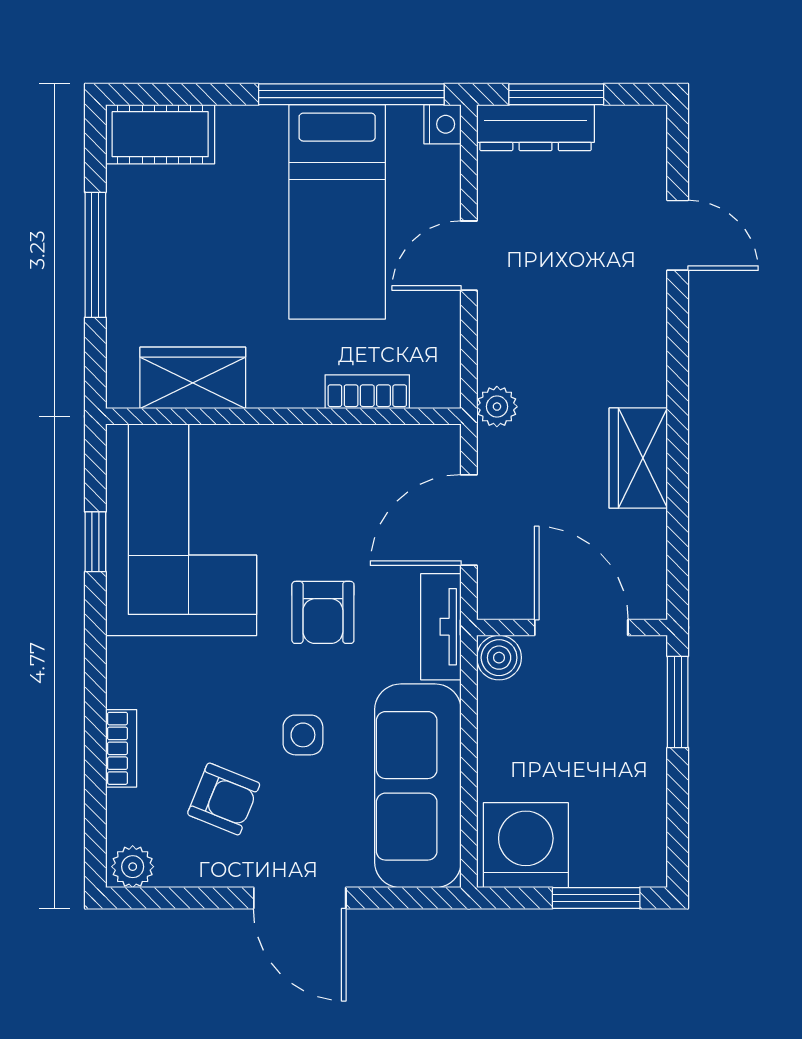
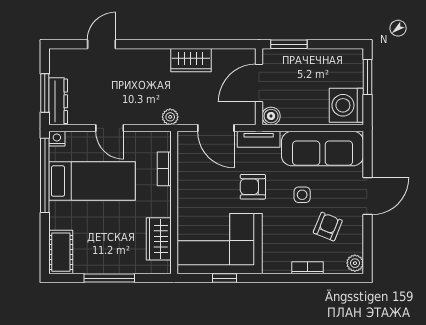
armchair: (323, 612) -> (253, 187), turned 180

